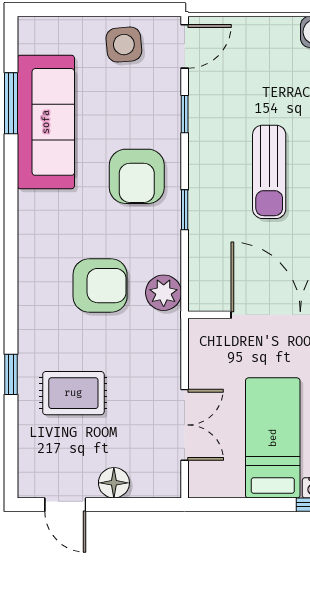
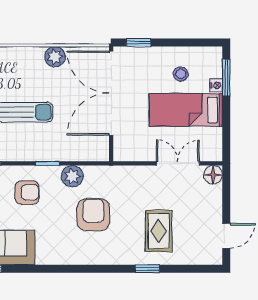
armchair: (137, 176) -> (27, 192), width x0.72, depth x0.72
plant: (164, 293) -> (72, 176), moved
floor lamp: (114, 483) -> (213, 175), moved

